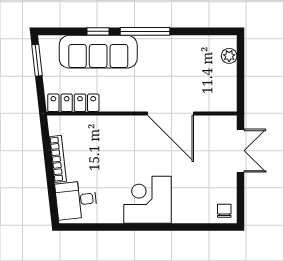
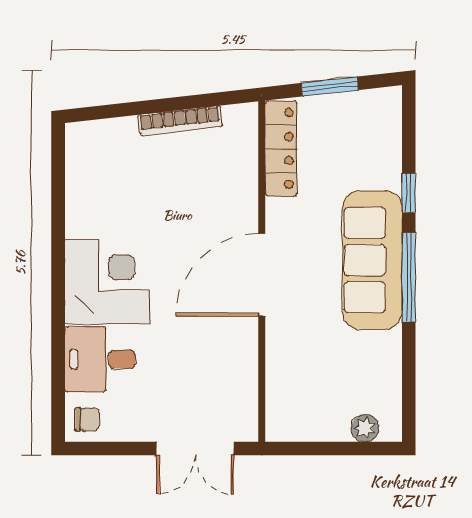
sofa: (98, 52) -> (372, 260), moved
window: (37, 60) -> (330, 87), moved
door: (171, 113) -> (262, 275), moved
desk: (76, 200) -> (100, 359), moved, turned -84

